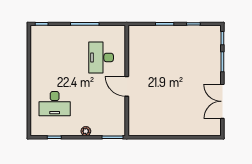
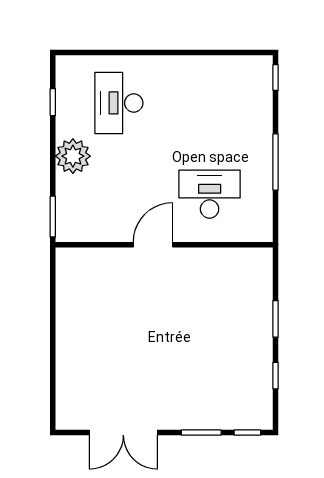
double door: (222, 101) -> (123, 432), swing flipped
plant: (86, 131) -> (73, 156), width x1.88, depth x1.88

